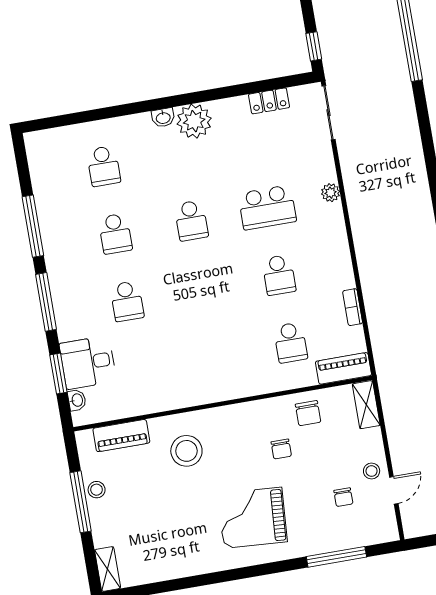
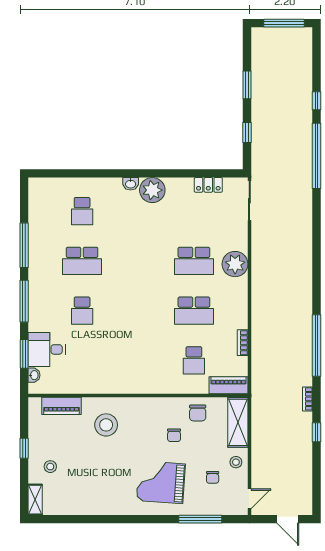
window: (314, 46) -> (247, 133), moved
plant: (331, 193) -> (235, 264), width x1.88, depth x1.88
school desk: (191, 221) -> (138, 261), removed
school desk: (115, 234) -> (82, 261), width x1.85
school desk: (279, 275) -> (194, 311), width x1.85
shelving: (366, 405) -> (238, 422), width x1.50, depth x1.33
stool: (97, 490) -> (50, 467), moved
door: (394, 490) -> (249, 499), moved
window: (81, 502) -> (24, 448), width x0.46
grand piano: (253, 518) -> (161, 482), moved

